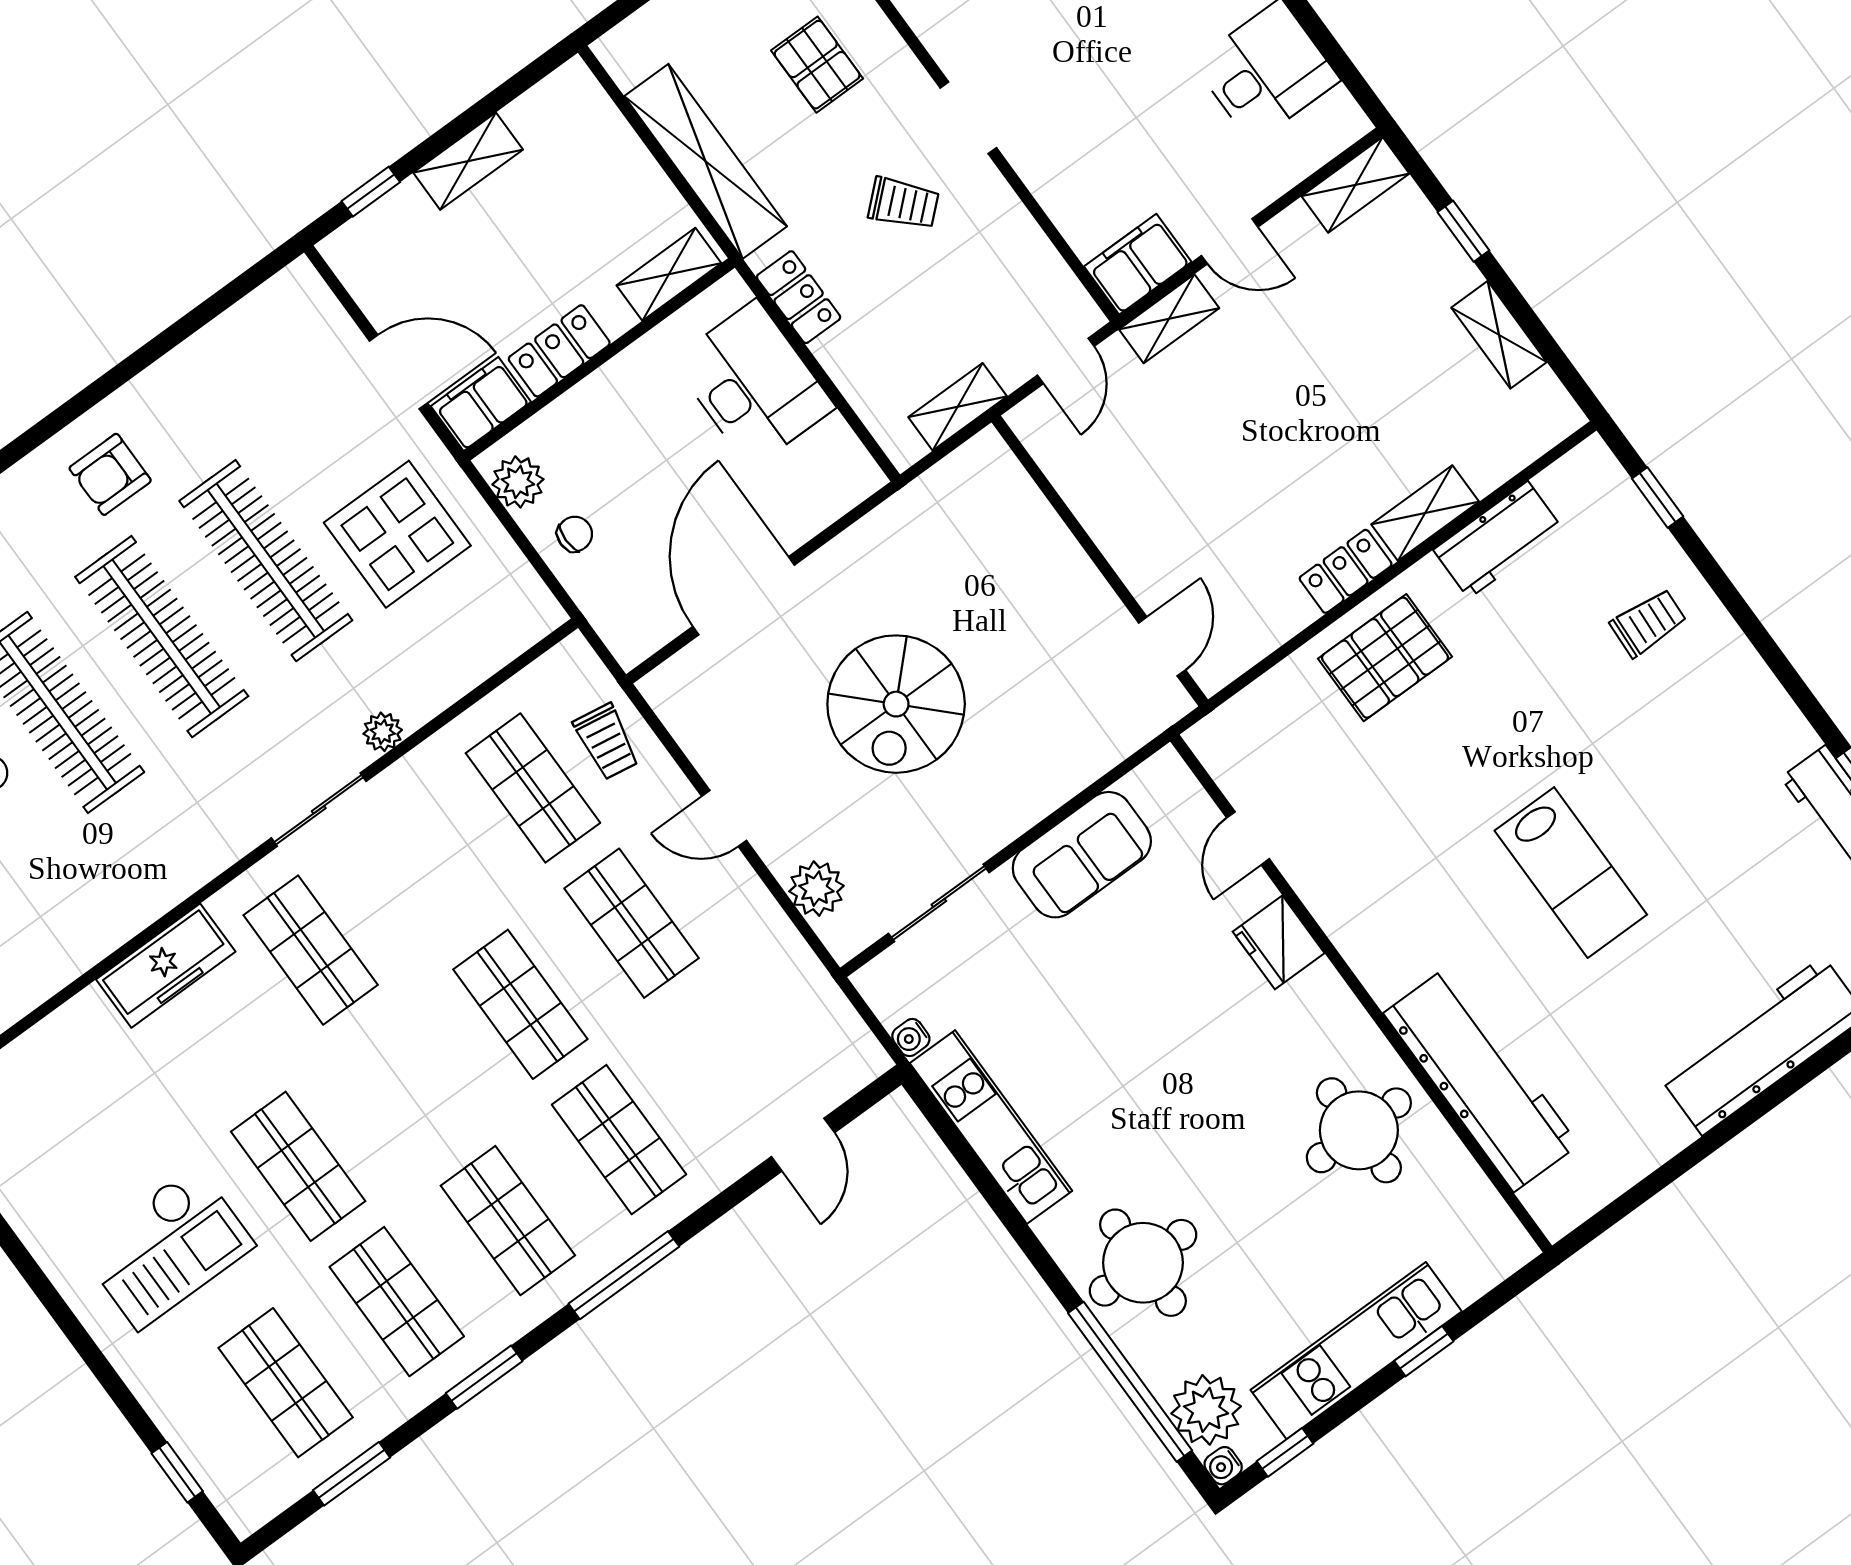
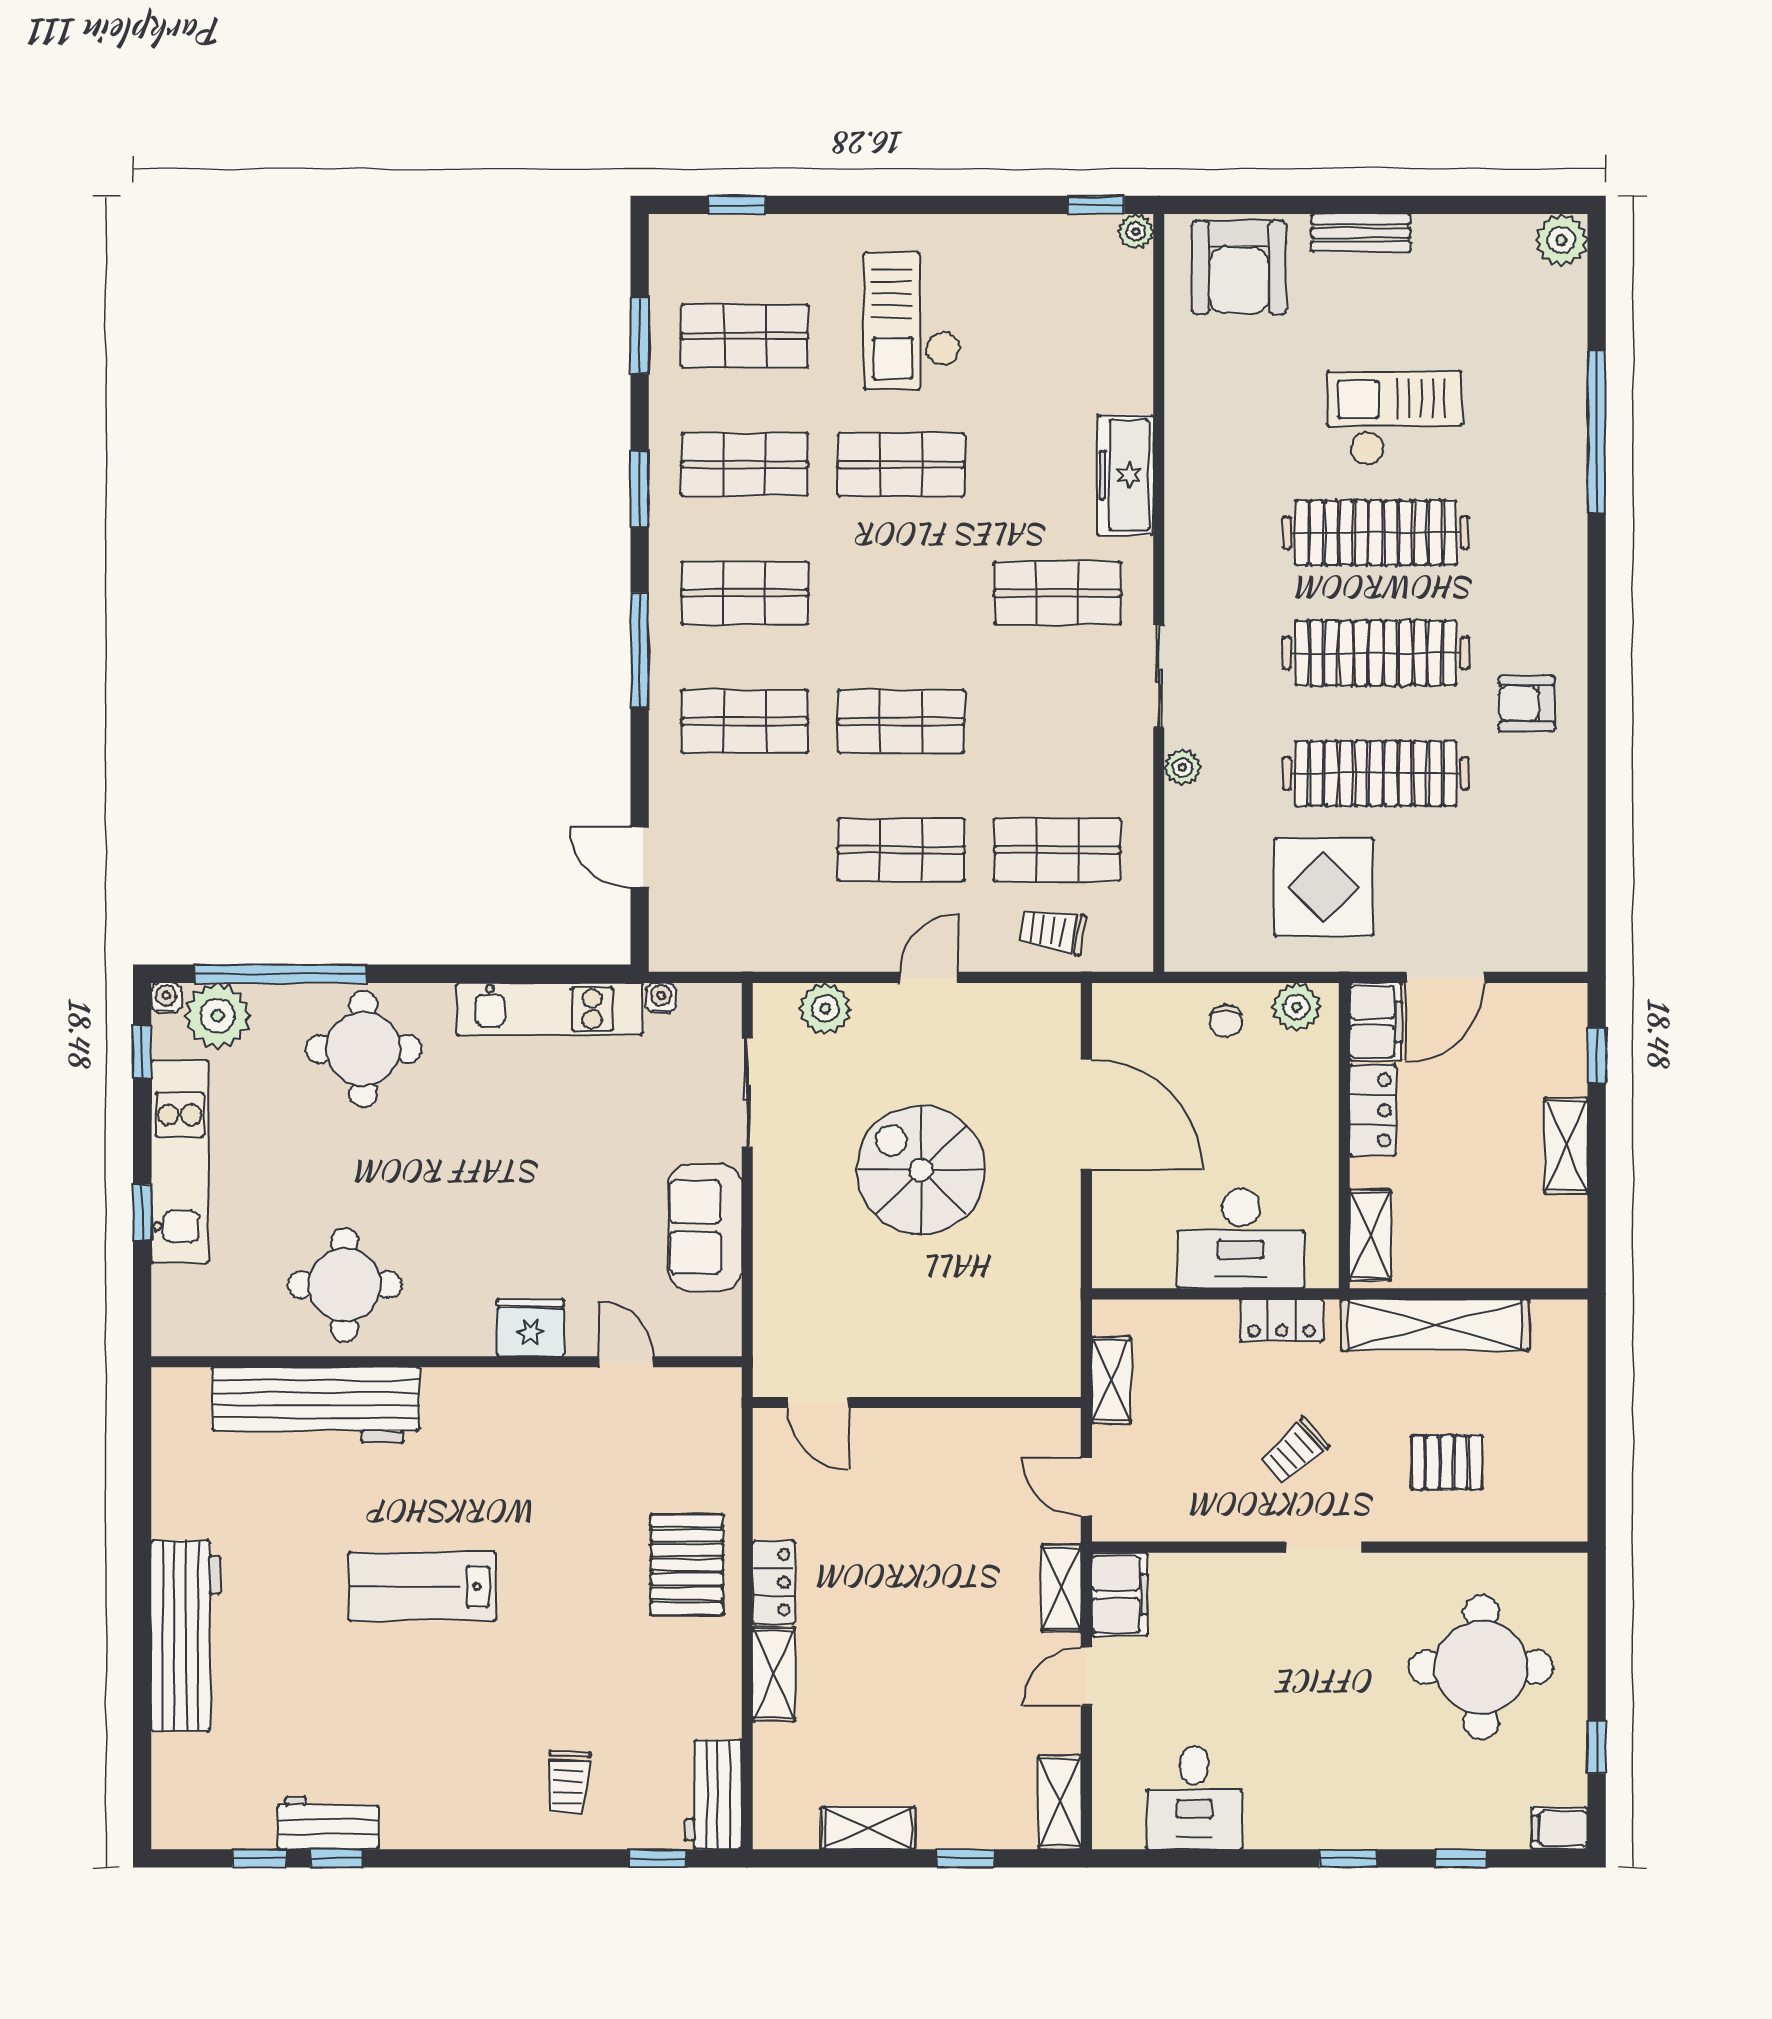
armchair: (110, 474) -> (1527, 703), turned -90
workbench: (1498, 540) -> (713, 1794), moved

